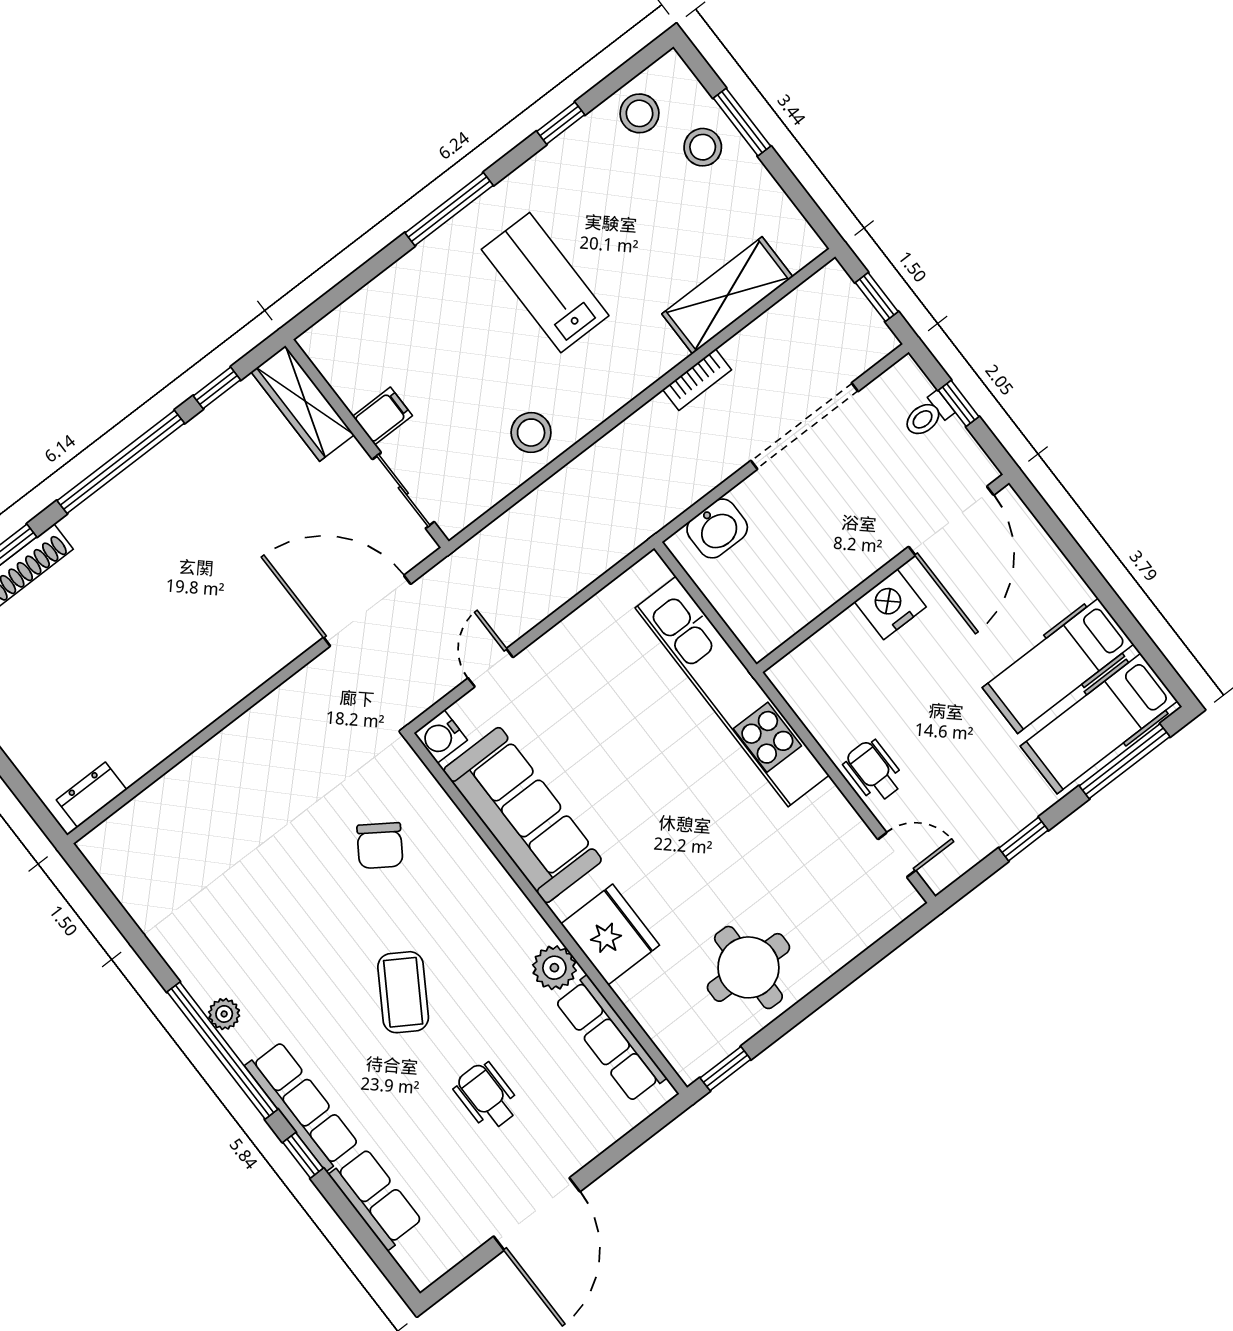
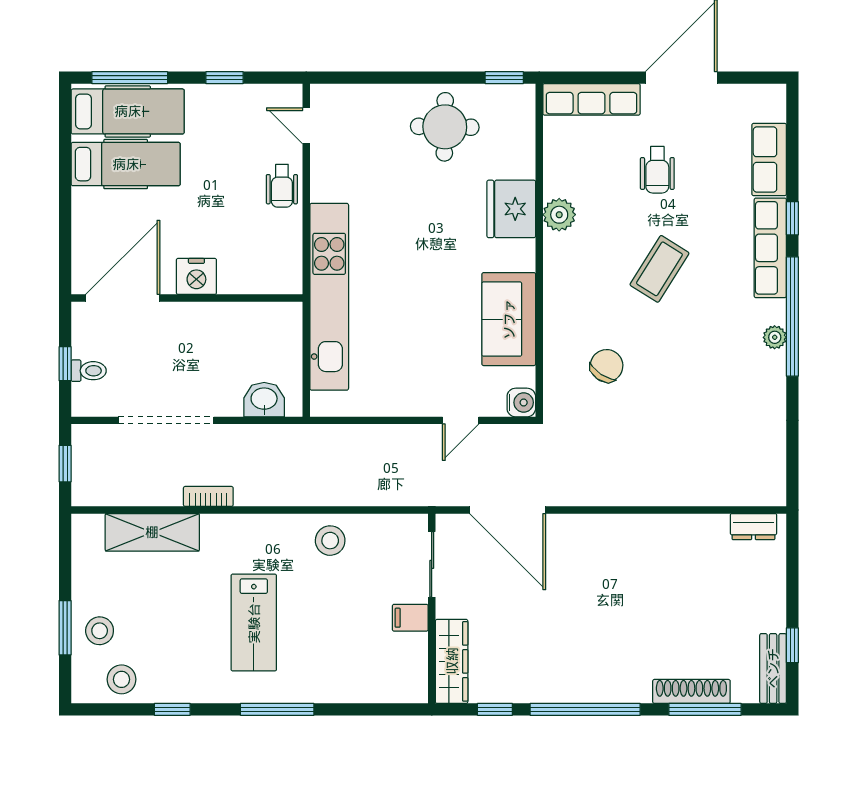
sofa: (523, 815) -> (509, 319), width x0.73
row of seats: (610, 1039) -> (591, 99), moved, turned 90

